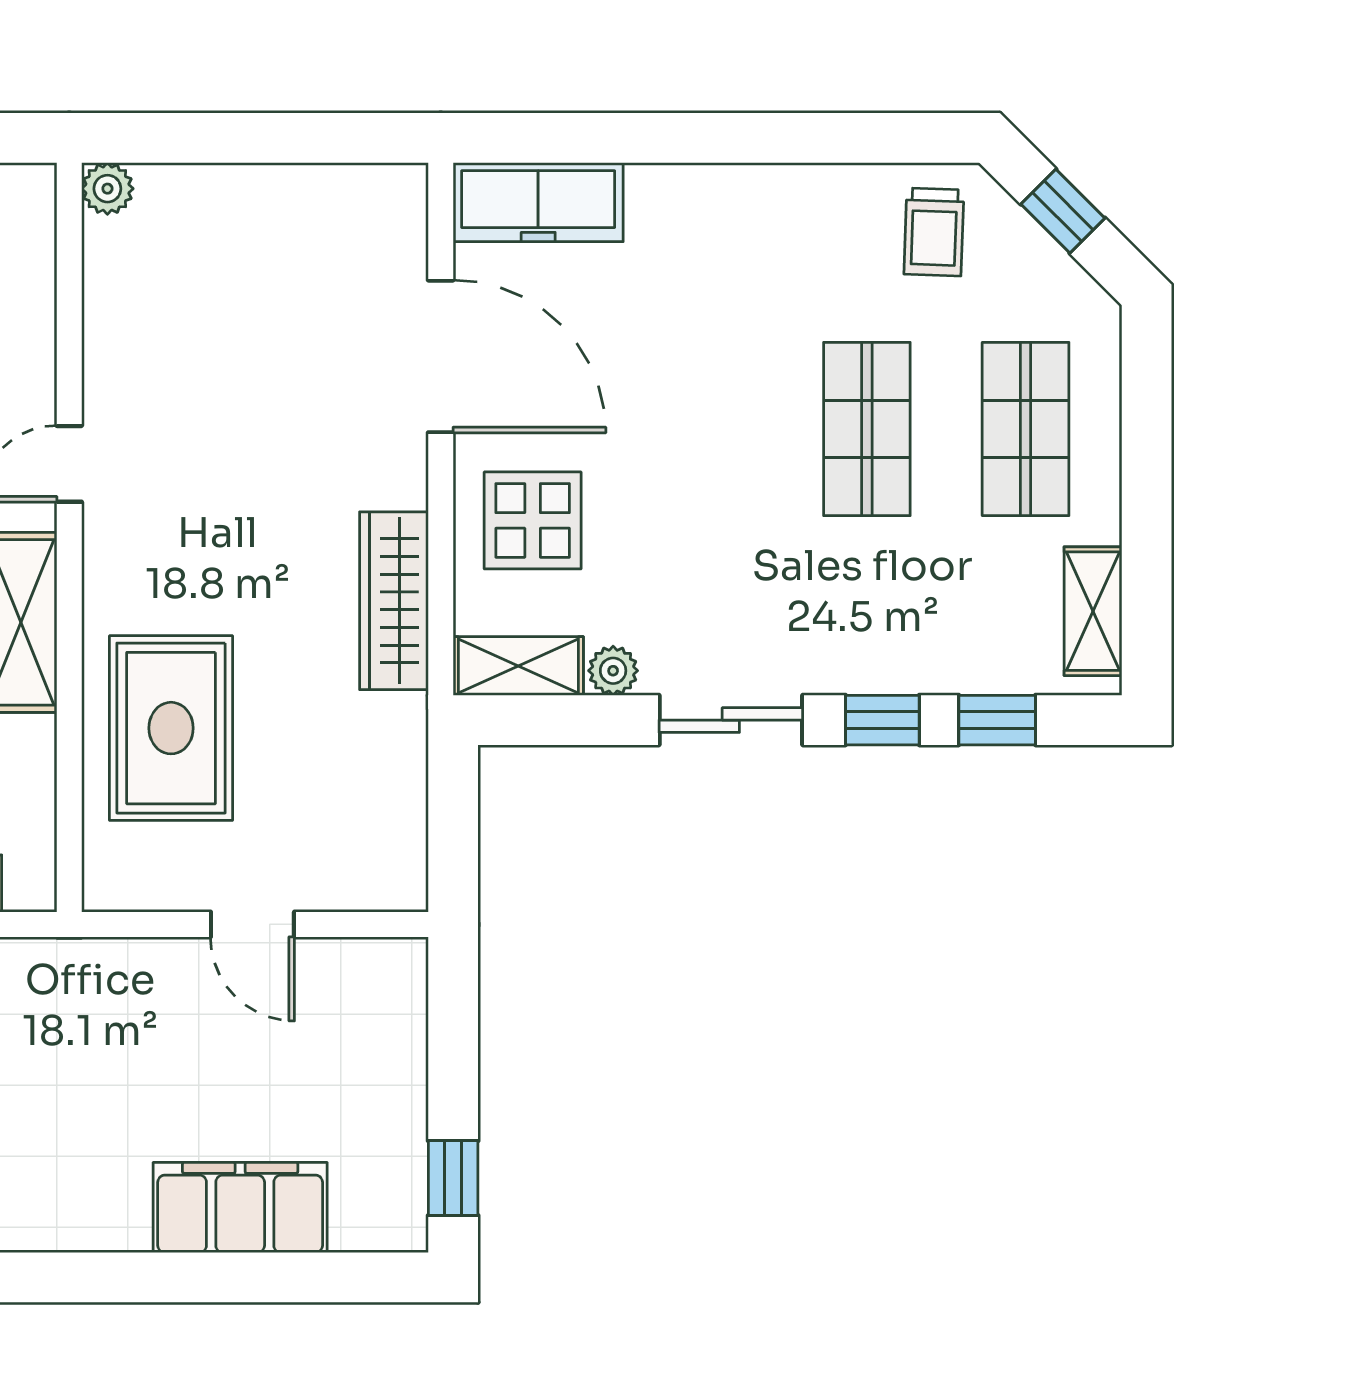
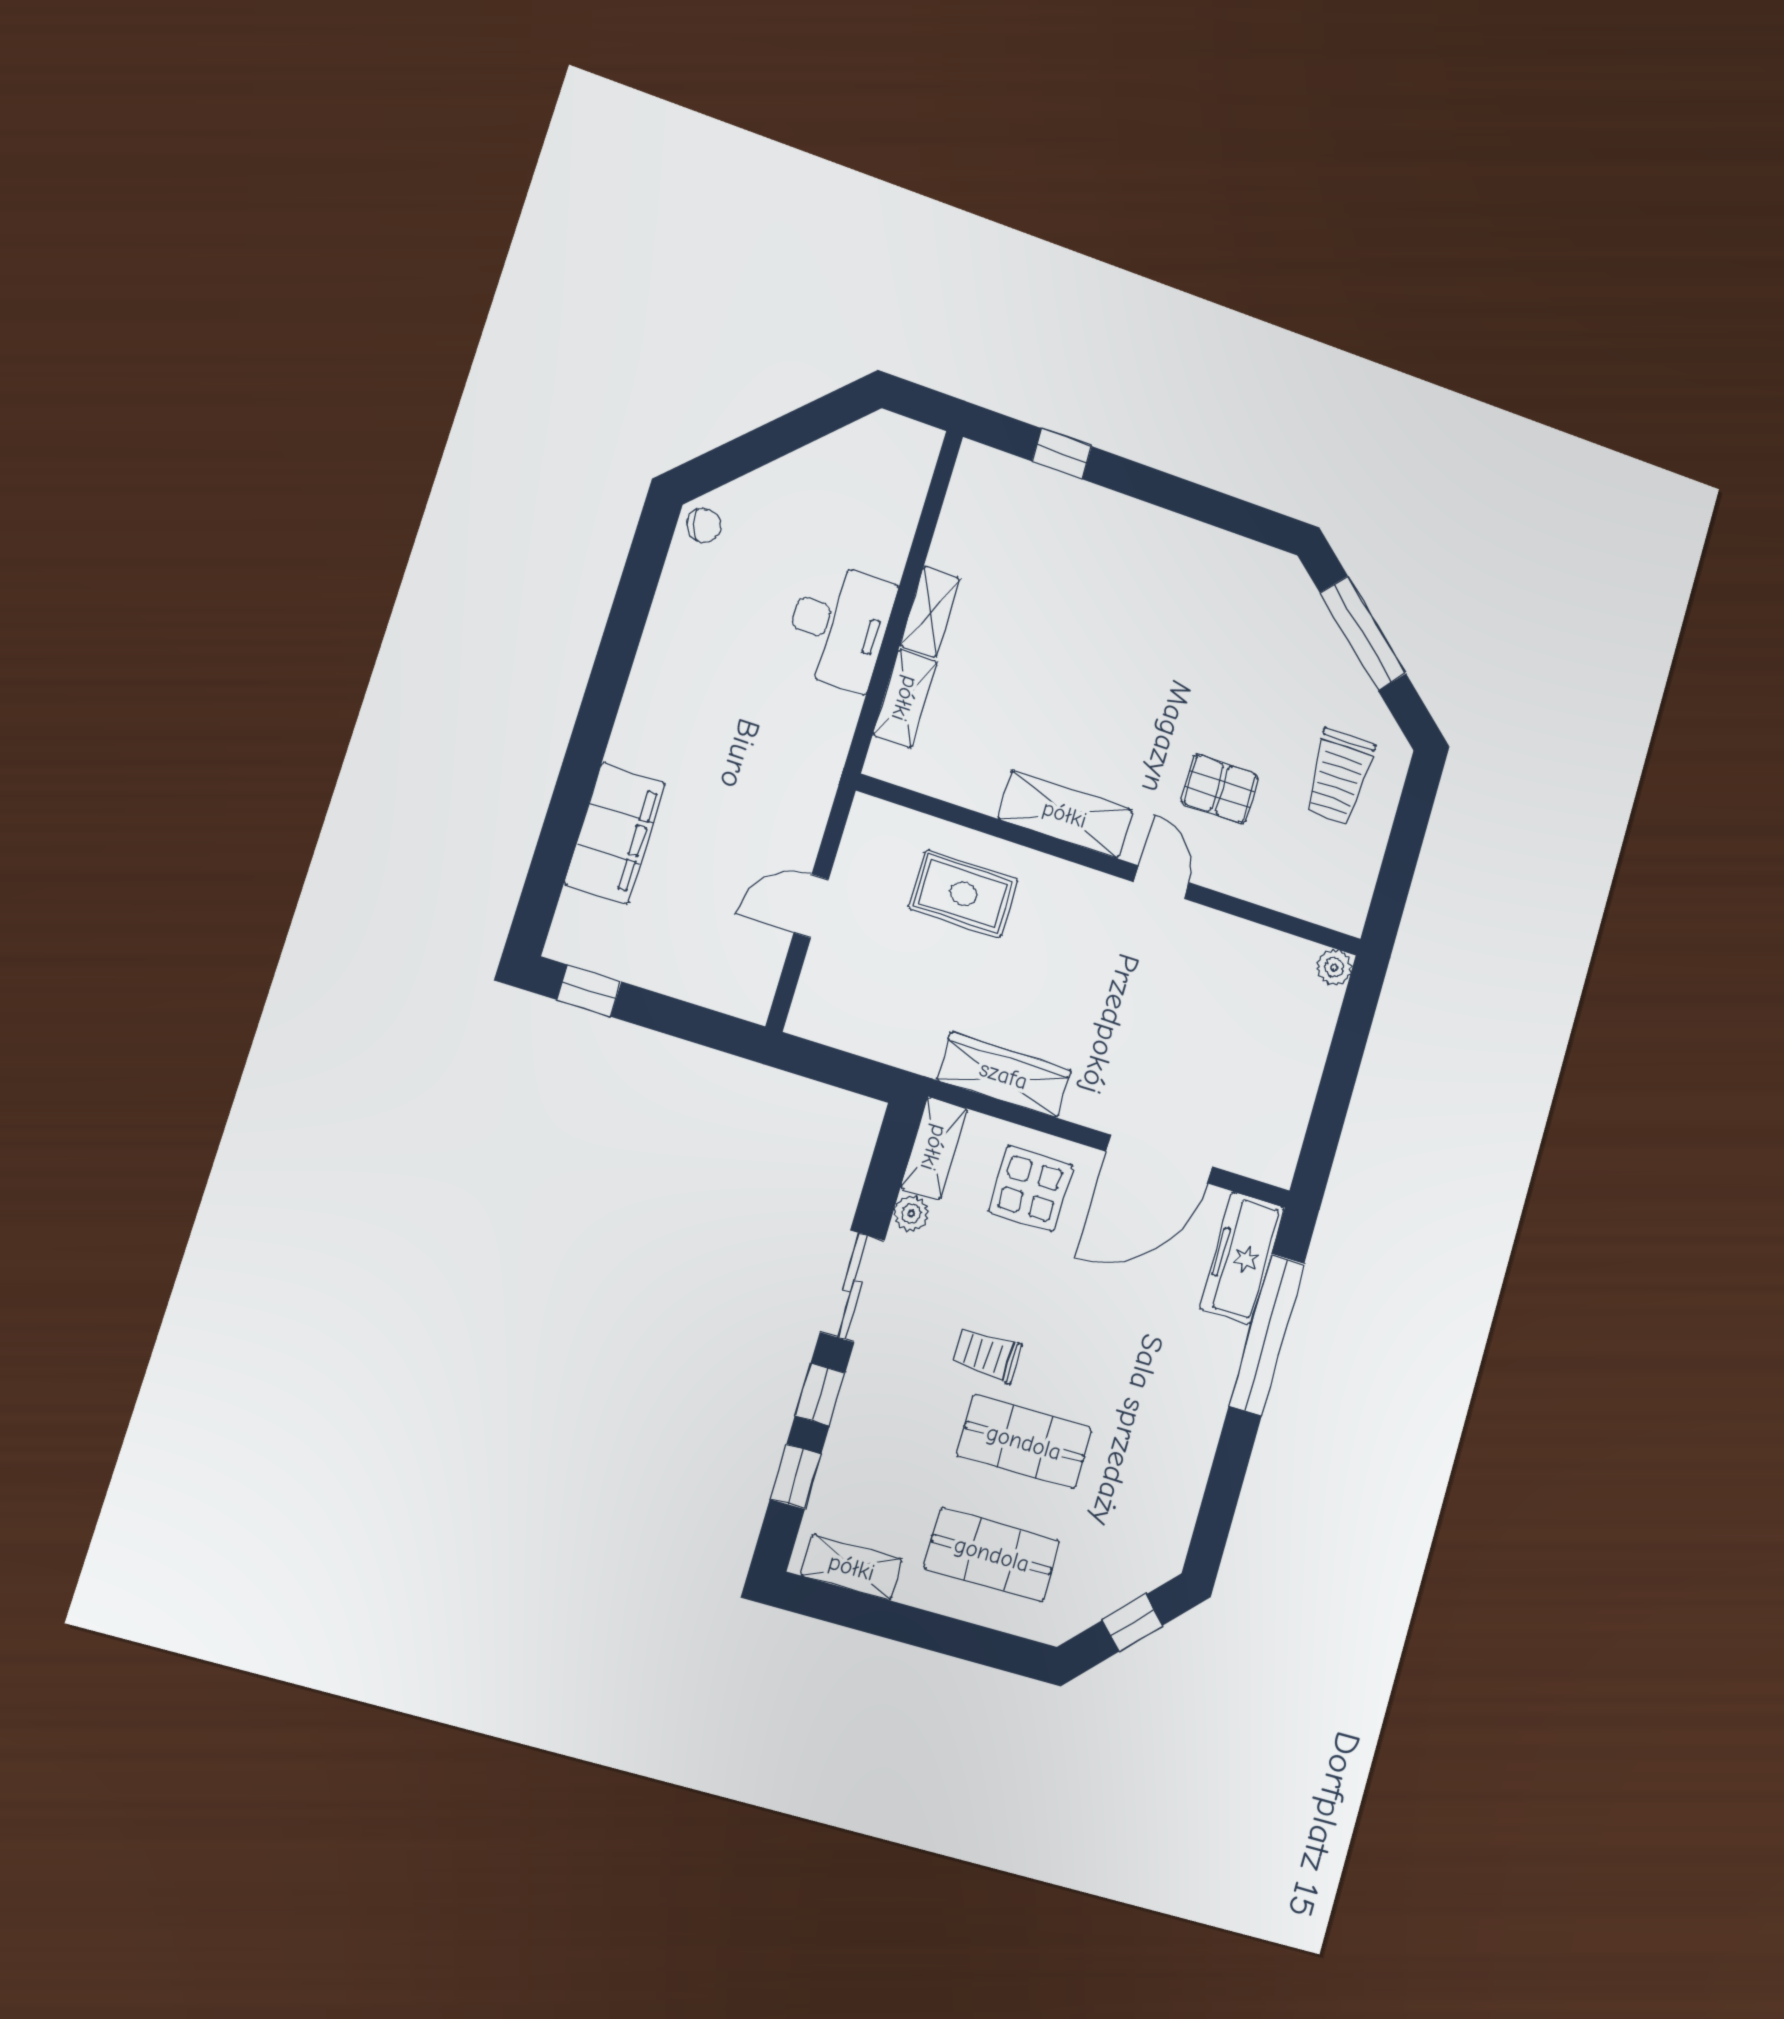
window: (631, 138) -> (1267, 1335), added
trolley: (934, 232) -> (987, 1355), moved
rug: (171, 728) -> (963, 894), width x0.73, depth x0.70

